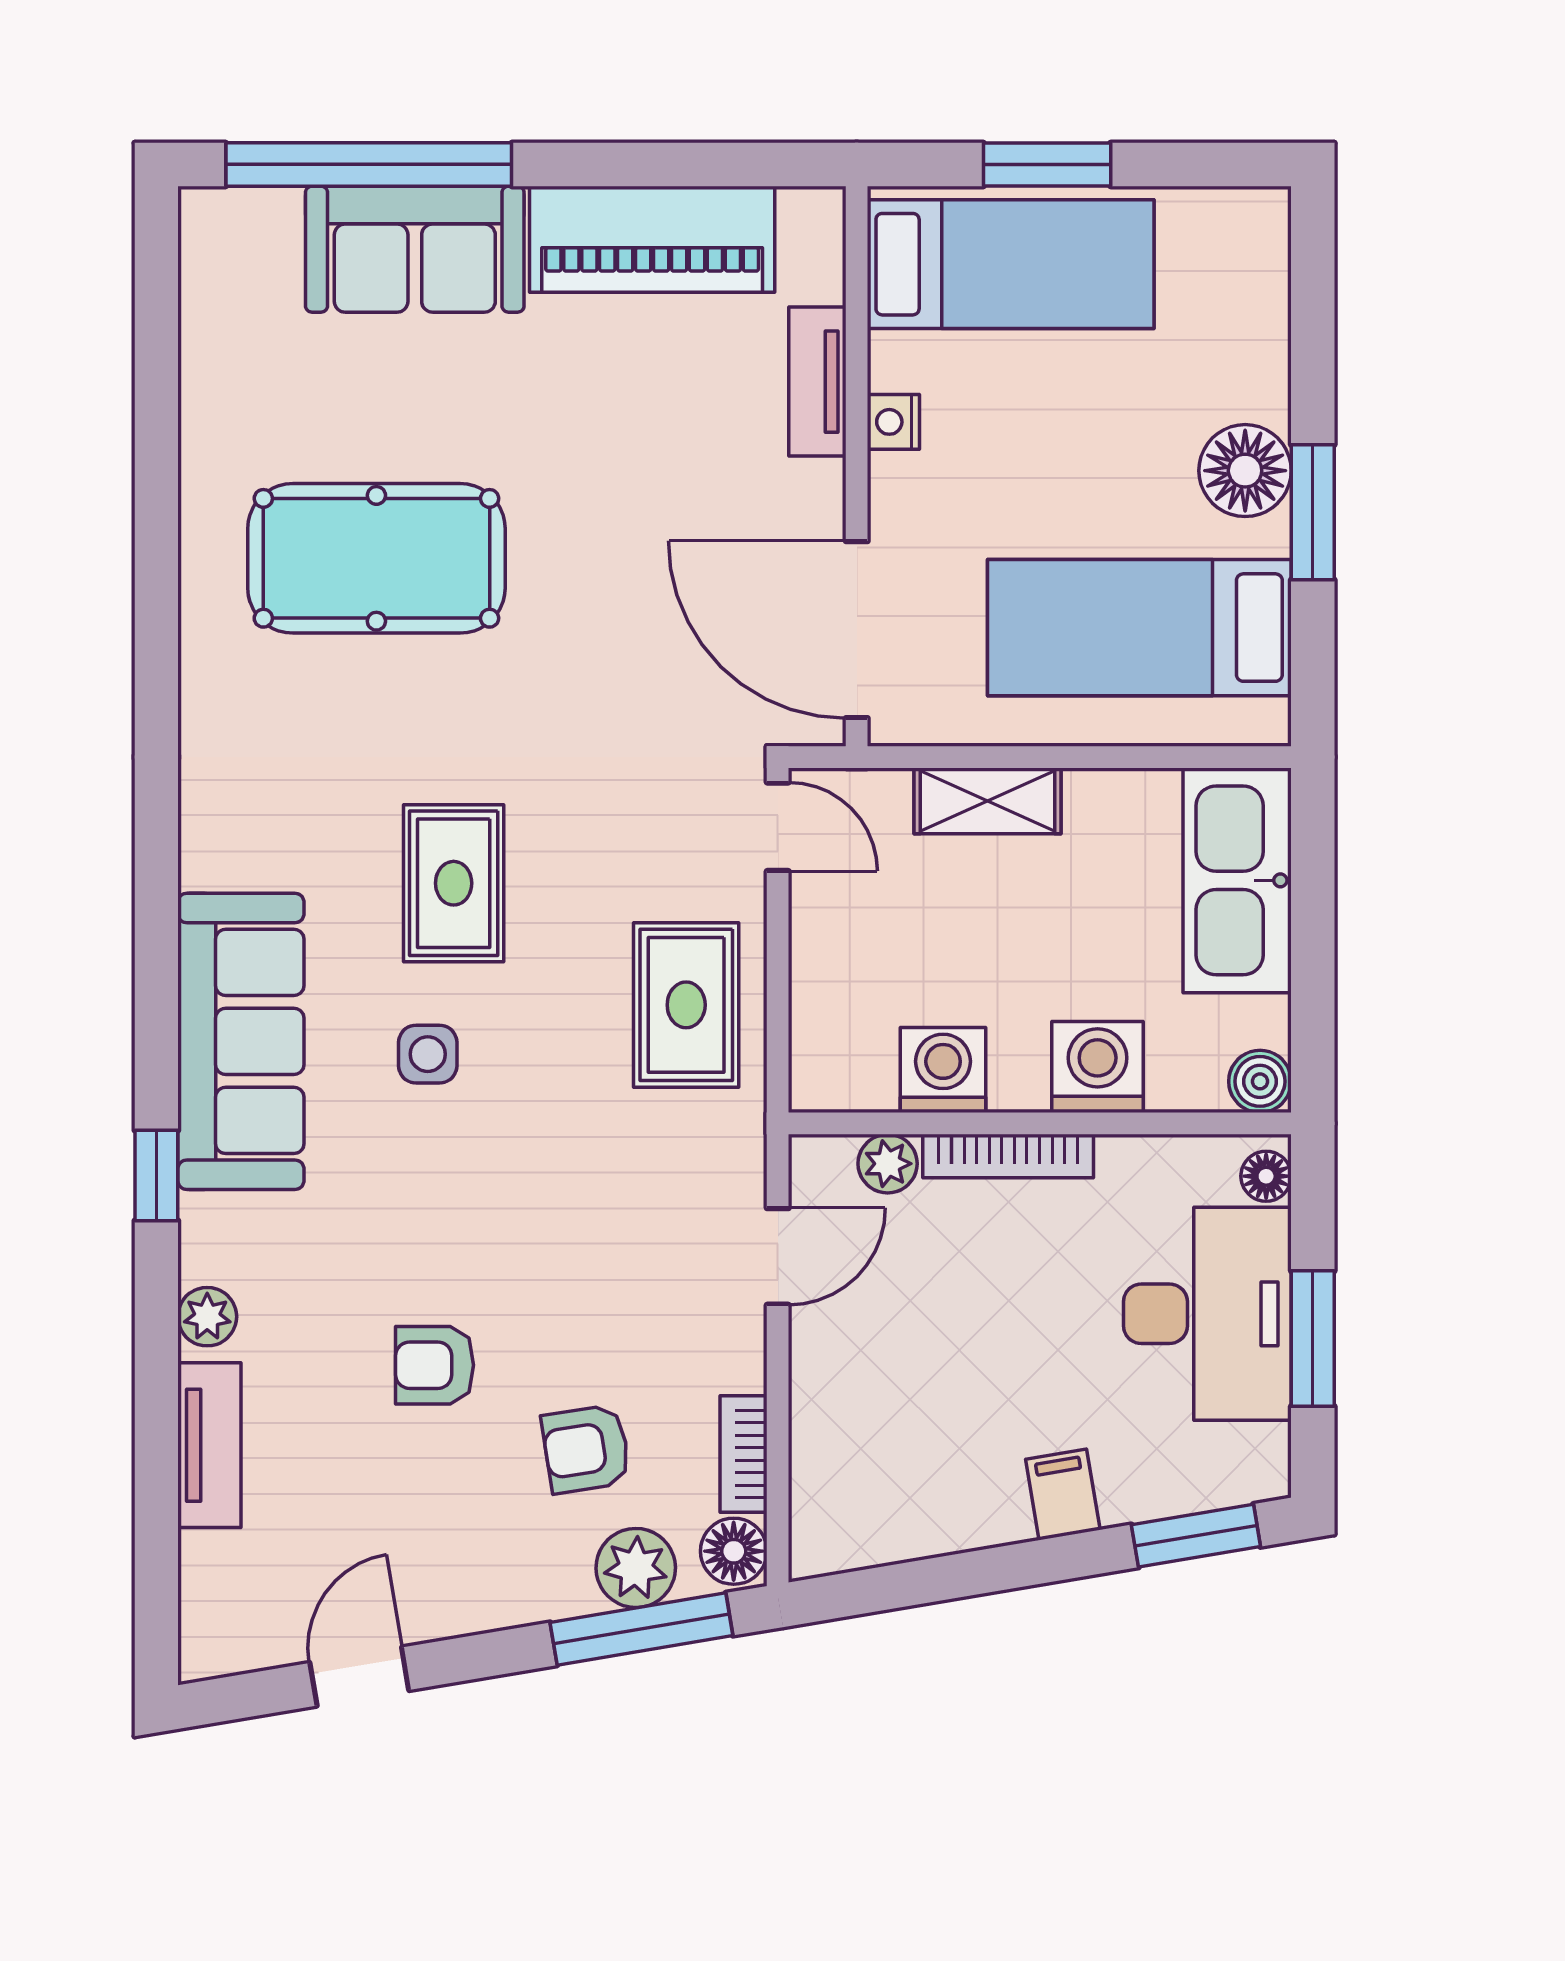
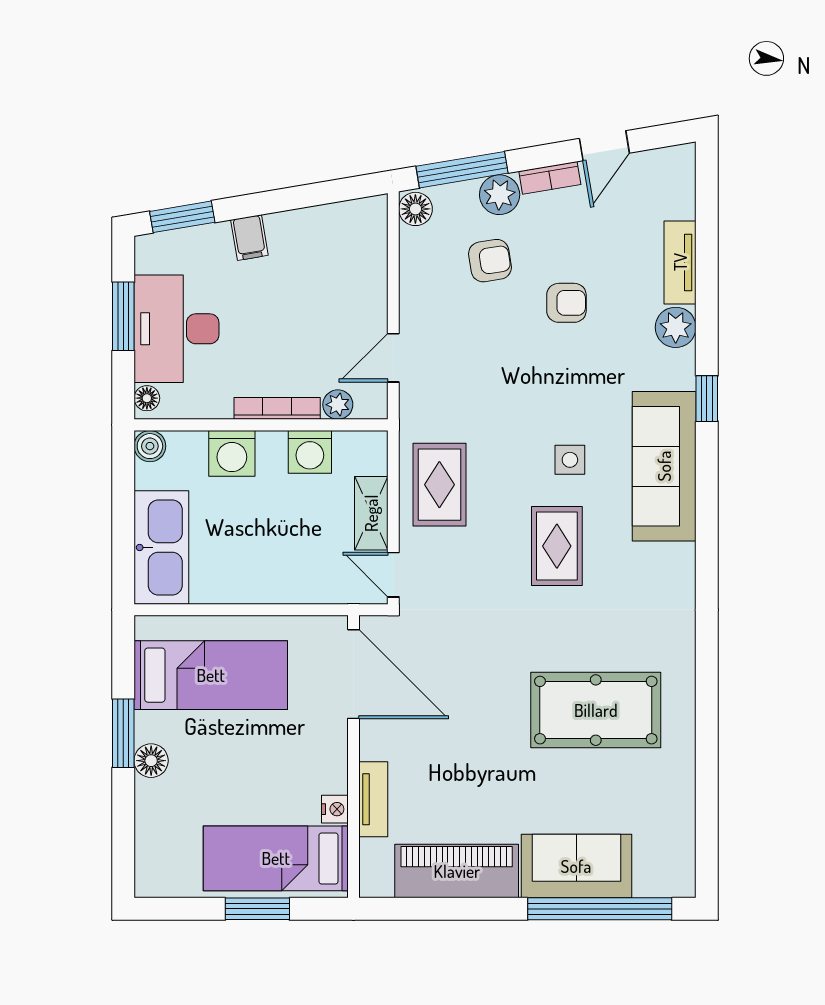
nightstand: (893, 422) -> (335, 809), moved
floor lamp: (1245, 471) -> (151, 761), width x0.73, depth x0.73
shelving: (988, 801) -> (371, 513), moved, turned 90
plant: (207, 1317) -> (676, 327), width x1.38, depth x1.38
bookcase: (744, 1454) -> (550, 178), moved, turned 80
plant: (636, 1568) -> (500, 195), moved

